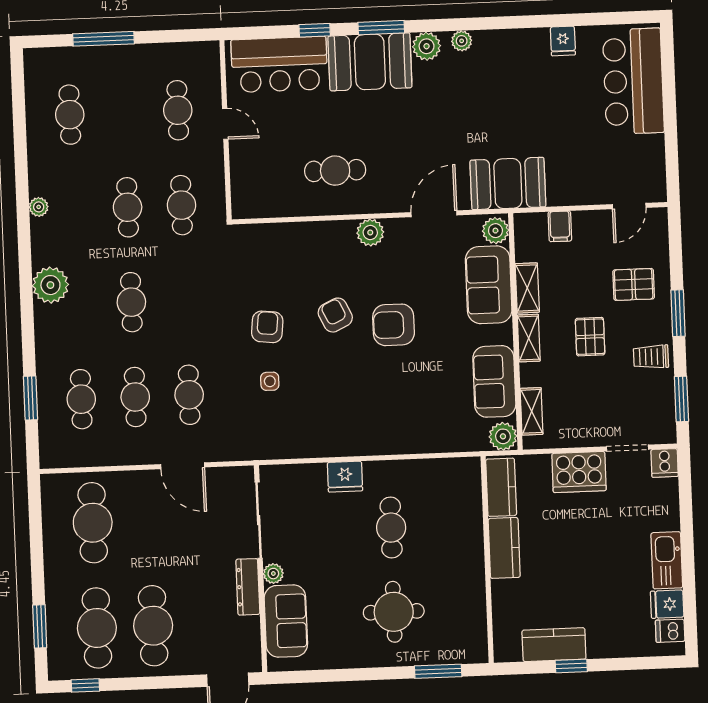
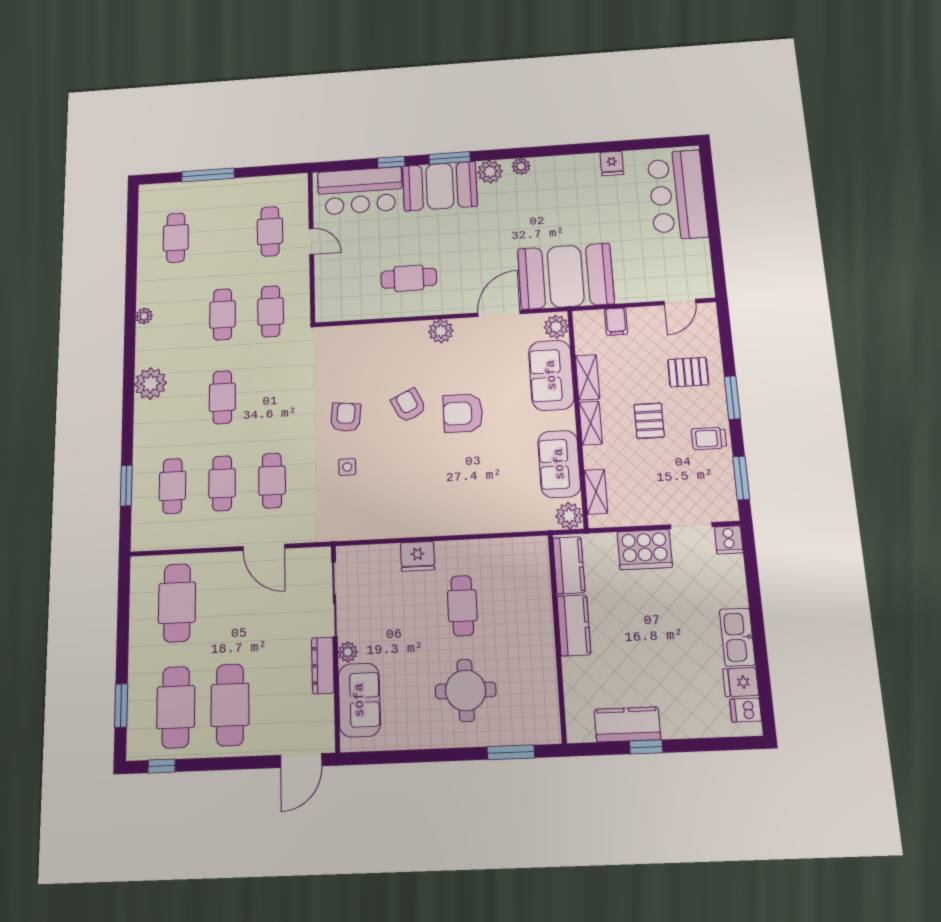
booth: (508, 183) -> (566, 276), width x1.36, depth x1.42

